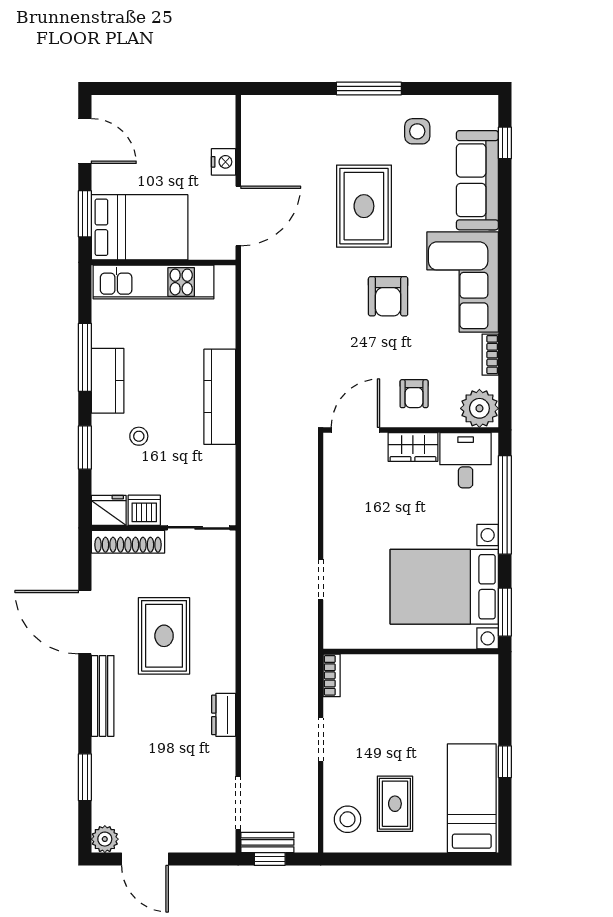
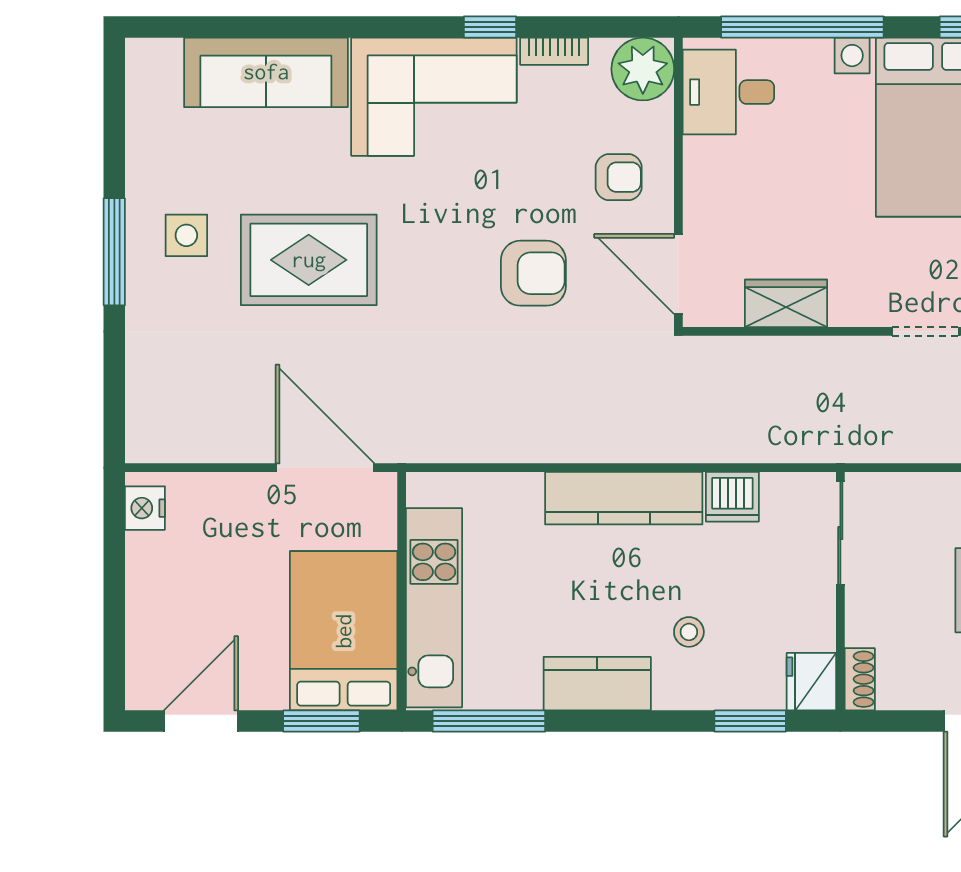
side table: (417, 131) -> (186, 235), moved
window: (505, 143) -> (490, 27), moved
nightstand: (224, 162) -> (145, 508), moved, turned -90
armchair: (388, 296) -> (533, 273), moved
window: (85, 357) -> (489, 721), moved
wardrobe: (413, 447) -> (786, 303), moved, turned -90
window: (85, 448) -> (750, 721), moved
dishwasher: (144, 510) -> (732, 497), moved, turned -90
shoe rack: (128, 542) -> (860, 679), width x0.51, depth x0.81

